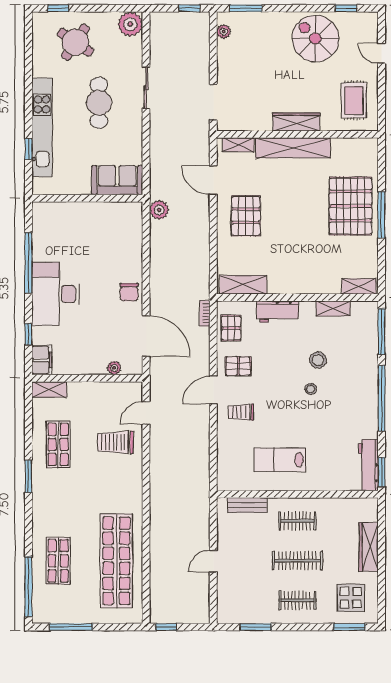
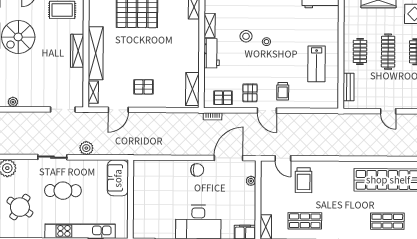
plant: (159, 210) -> (86, 148), moved
pallet: (246, 216) -> (144, 87), width x0.67, depth x0.71
workbench: (278, 312) -> (212, 53), moved

